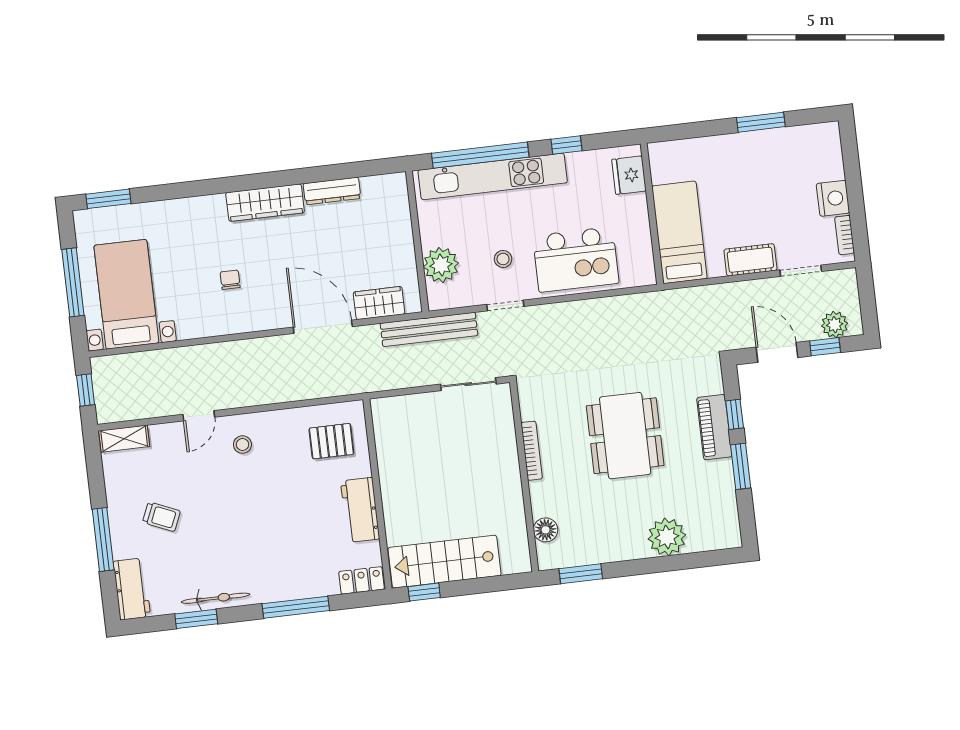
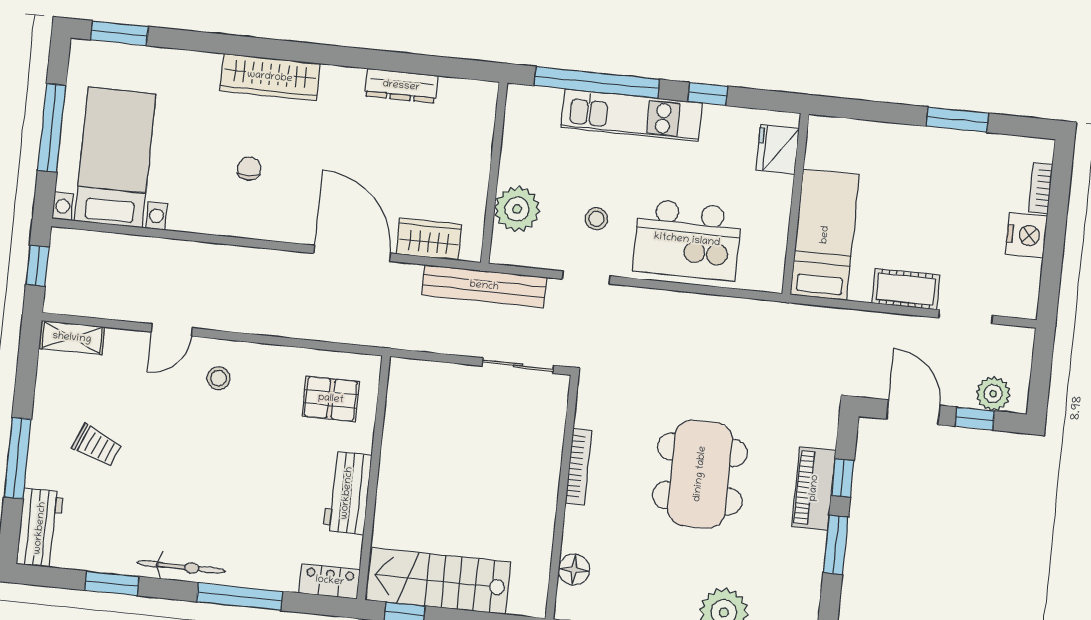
kitchen unit: (493, 176) -> (632, 115), width x0.73
wardrobe: (265, 203) -> (270, 77), moved
bookcase: (845, 235) -> (1040, 188), moved
bicycle: (216, 598) -> (181, 567), moved

